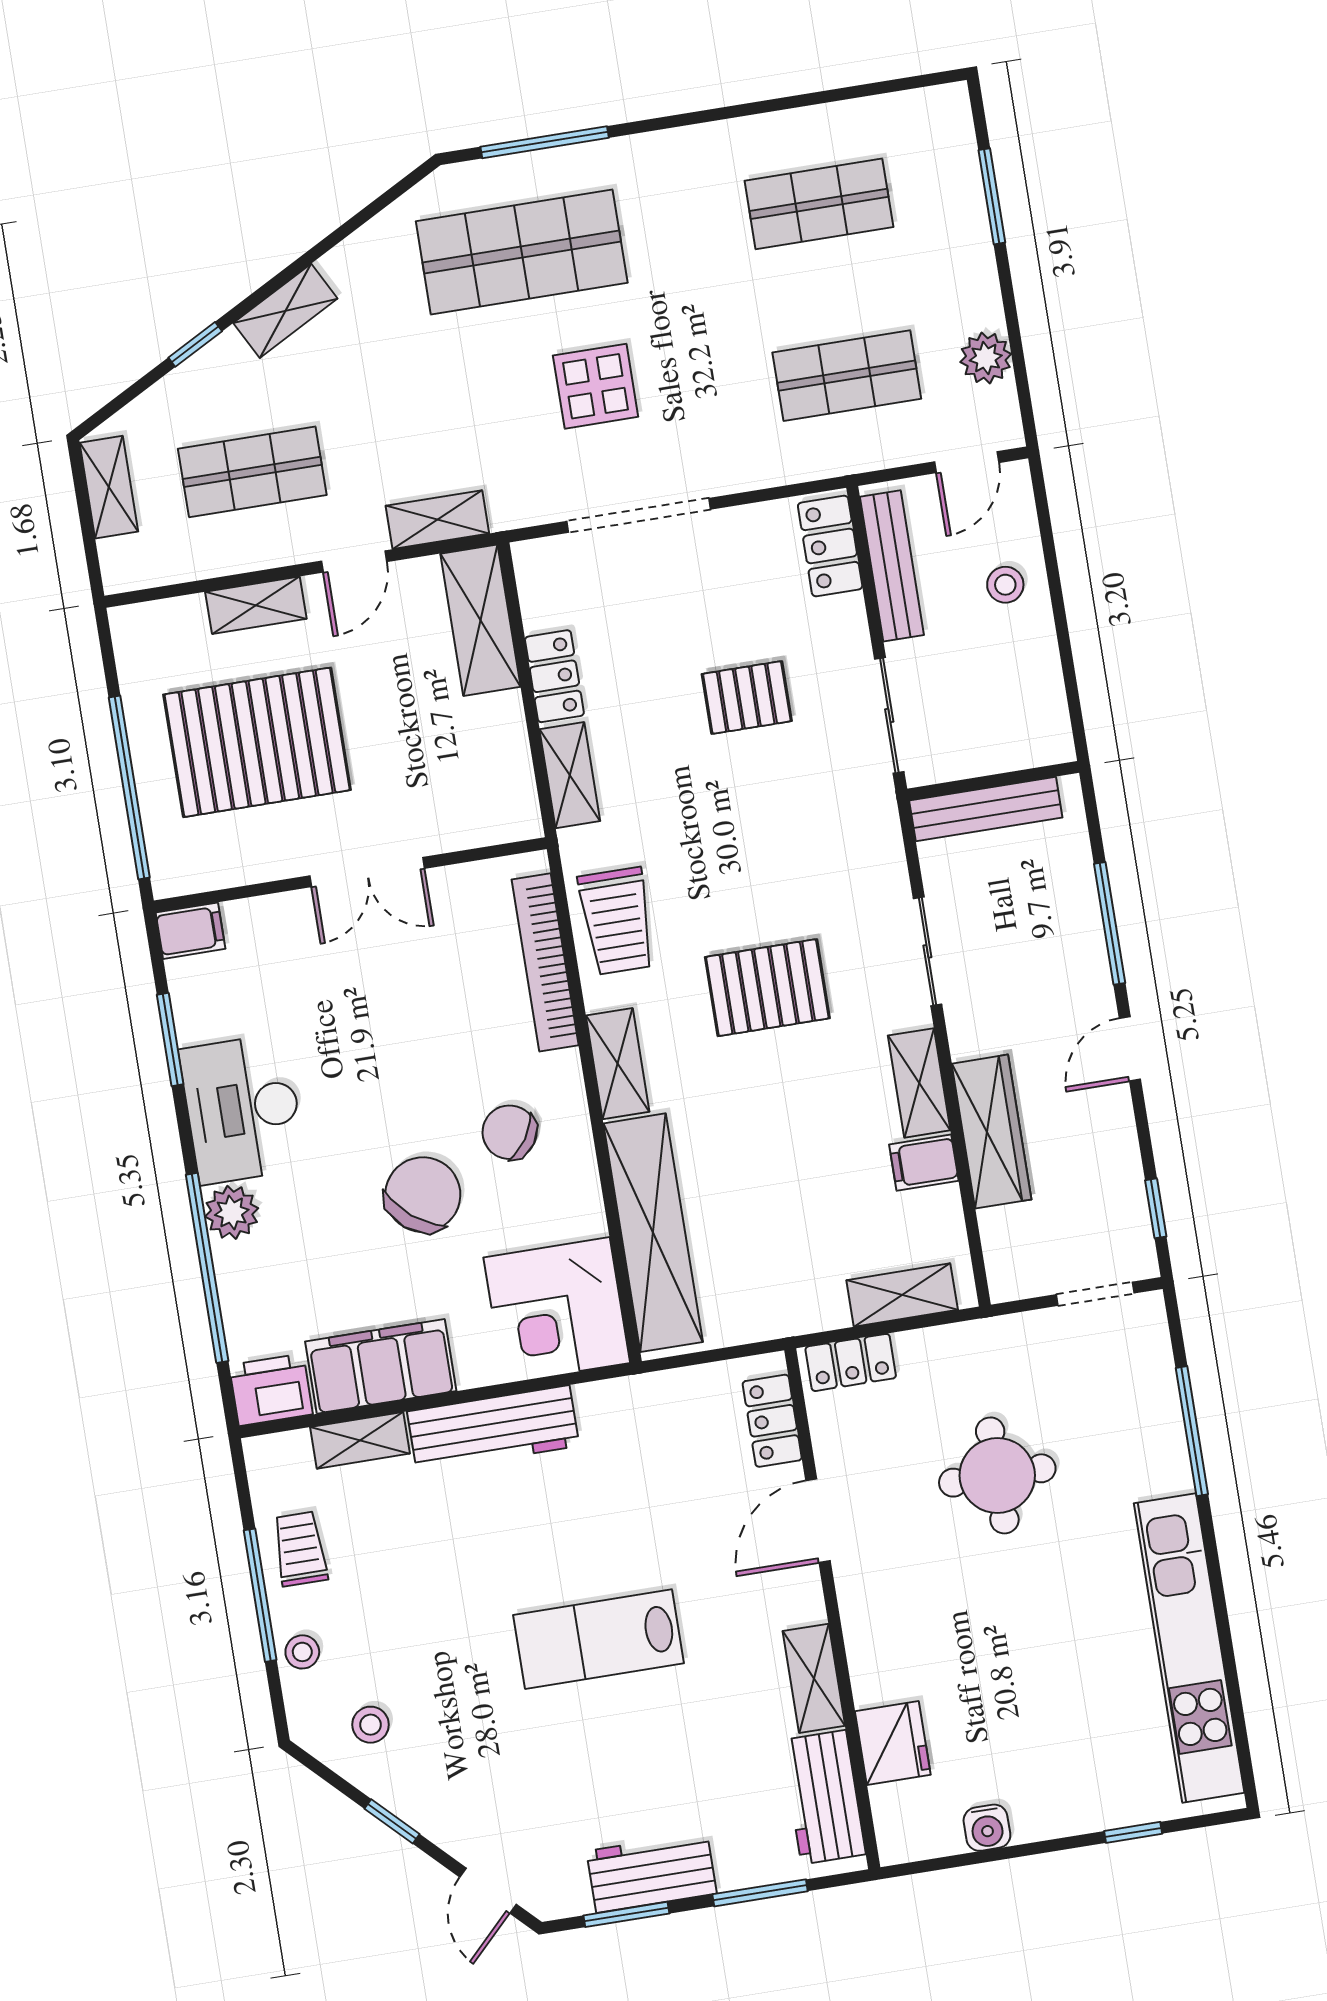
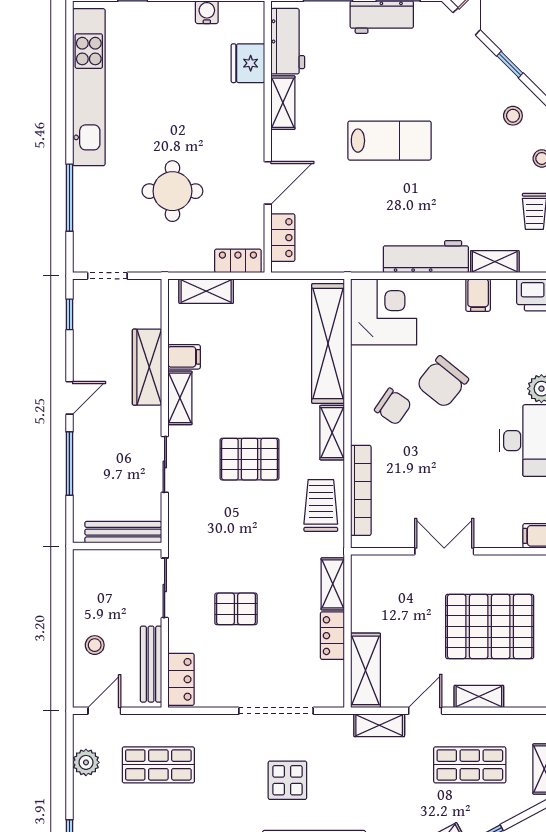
filing cabinet: (381, 1366) -> (478, 295), width x0.33, depth x0.86

